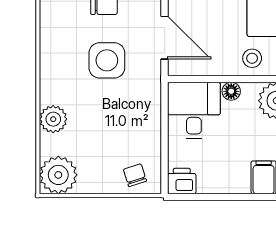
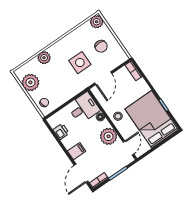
plant: (58, 175) -> (30, 82), moved
printer: (182, 181) -> (61, 132), moved

